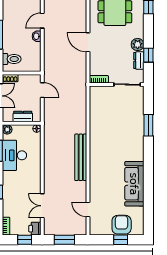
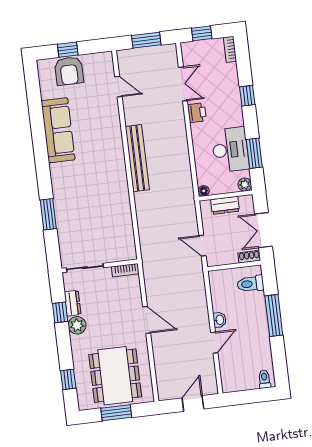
printer: (35, 229) -> (197, 113), moved

